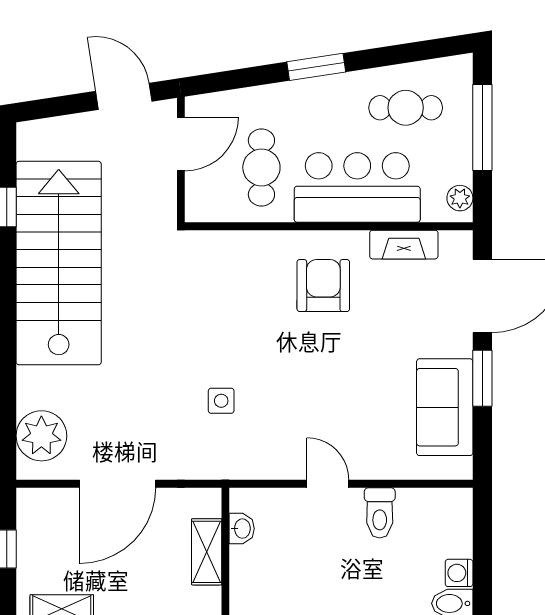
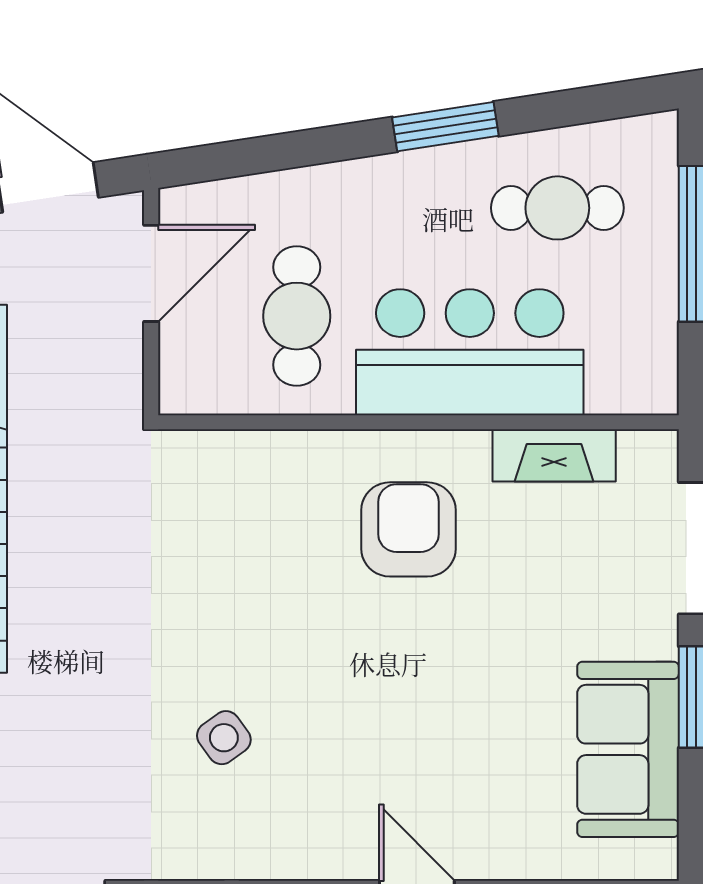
window: (316, 67) -> (445, 127), moved
plant: (460, 198) -> (655, 371), removed
side table: (221, 401) -> (224, 738), turned -36

